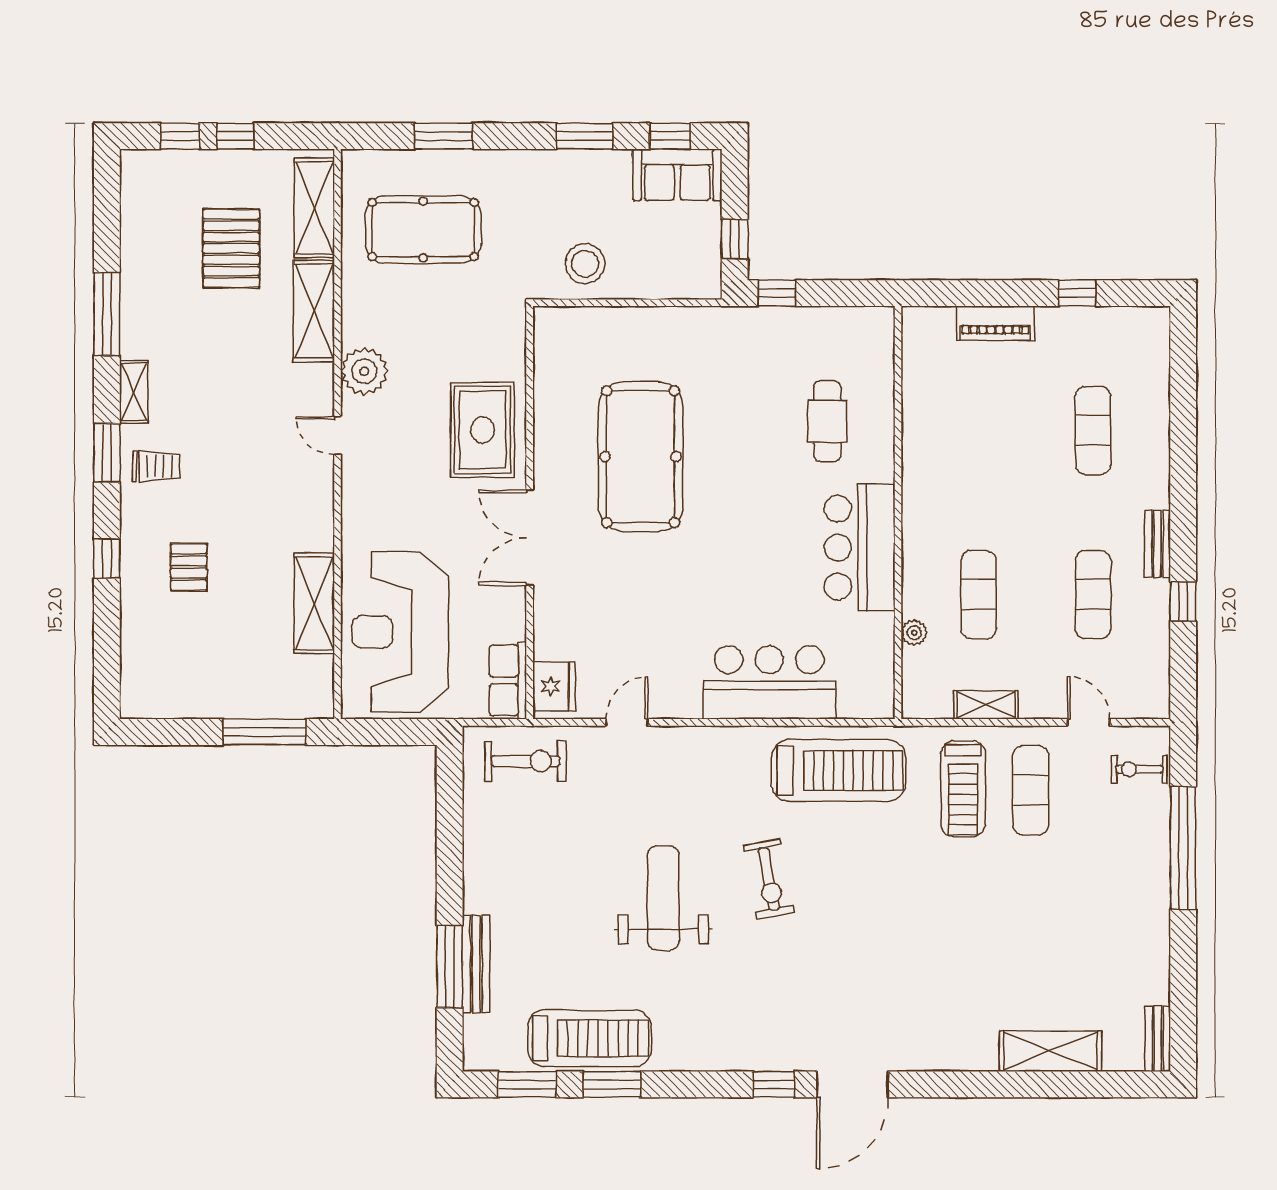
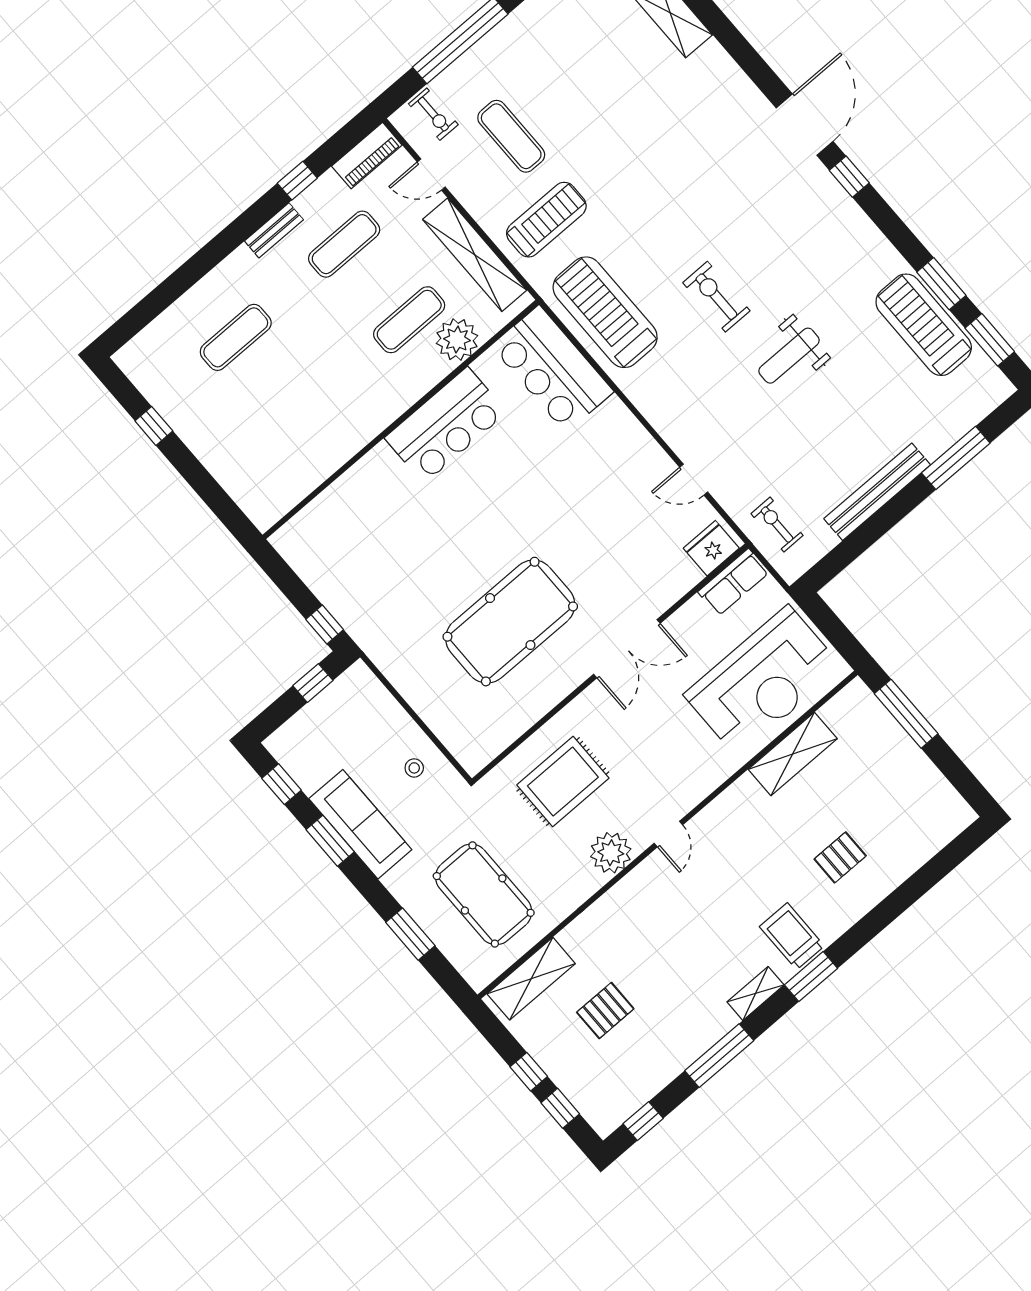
sofa: (677, 175) -> (360, 824), moved, width x1.36
pallet: (231, 248) -> (605, 1011), width x0.67, depth x0.71
stool: (585, 264) -> (414, 768), width x0.53, depth x0.53
shelving: (314, 311) -> (600, 920), removed
piano: (995, 323) -> (367, 156), moved, turned 90
cafe table: (827, 421) -> (381, 518), removed
rug: (482, 430) -> (563, 782), moved
trolley: (156, 466) -> (792, 936), width x1.36, depth x1.39
window: (107, 559) -> (643, 1121), moved
plant: (914, 633) -> (457, 340), width x1.88, depth x1.88
bar counter: (769, 682) -> (552, 369), moved
shelving: (986, 705) -> (475, 255), width x2.20, depth x1.33
door: (1089, 722) -> (431, 174), hinge flipped
exercise bike: (525, 761) -> (777, 525), width x0.73, depth x0.72
exercise mat: (1031, 790) -> (511, 136), moved, turned 90
exercise bike: (769, 879) -> (716, 297), turned -79
weight bench: (663, 898) -> (789, 356), width x0.73, depth x0.75
bench: (476, 964) -> (877, 492), moved, width x1.37, depth x1.21
door: (852, 1084) -> (805, 125), hinge flipped

